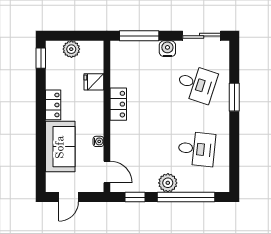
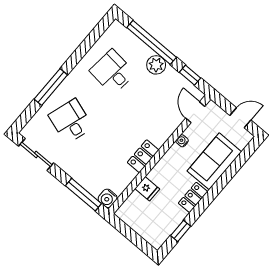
plant: (71, 49) -> (143, 228), removed
water cooler: (167, 49) -> (108, 198), moved
window: (41, 58) -> (181, 231), moved
window: (234, 97) -> (51, 87), width x1.44

